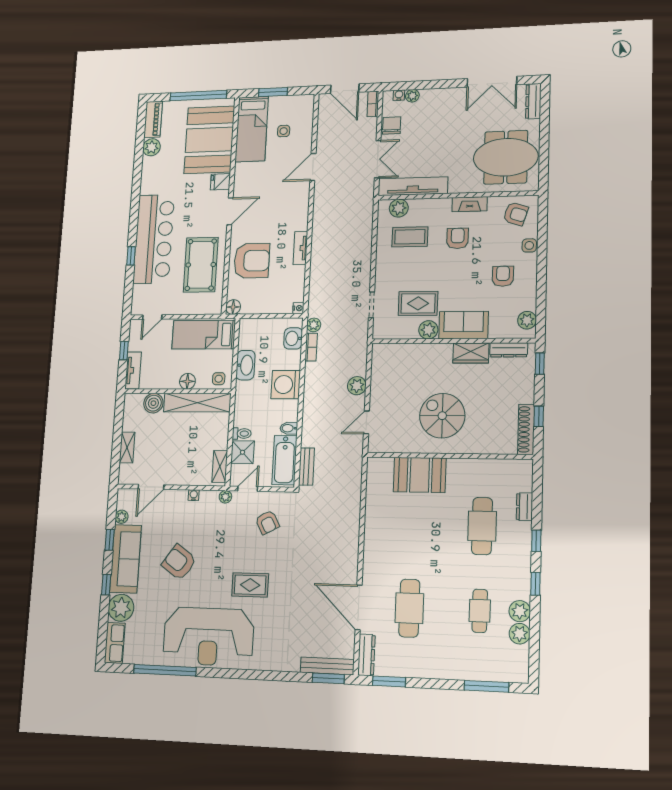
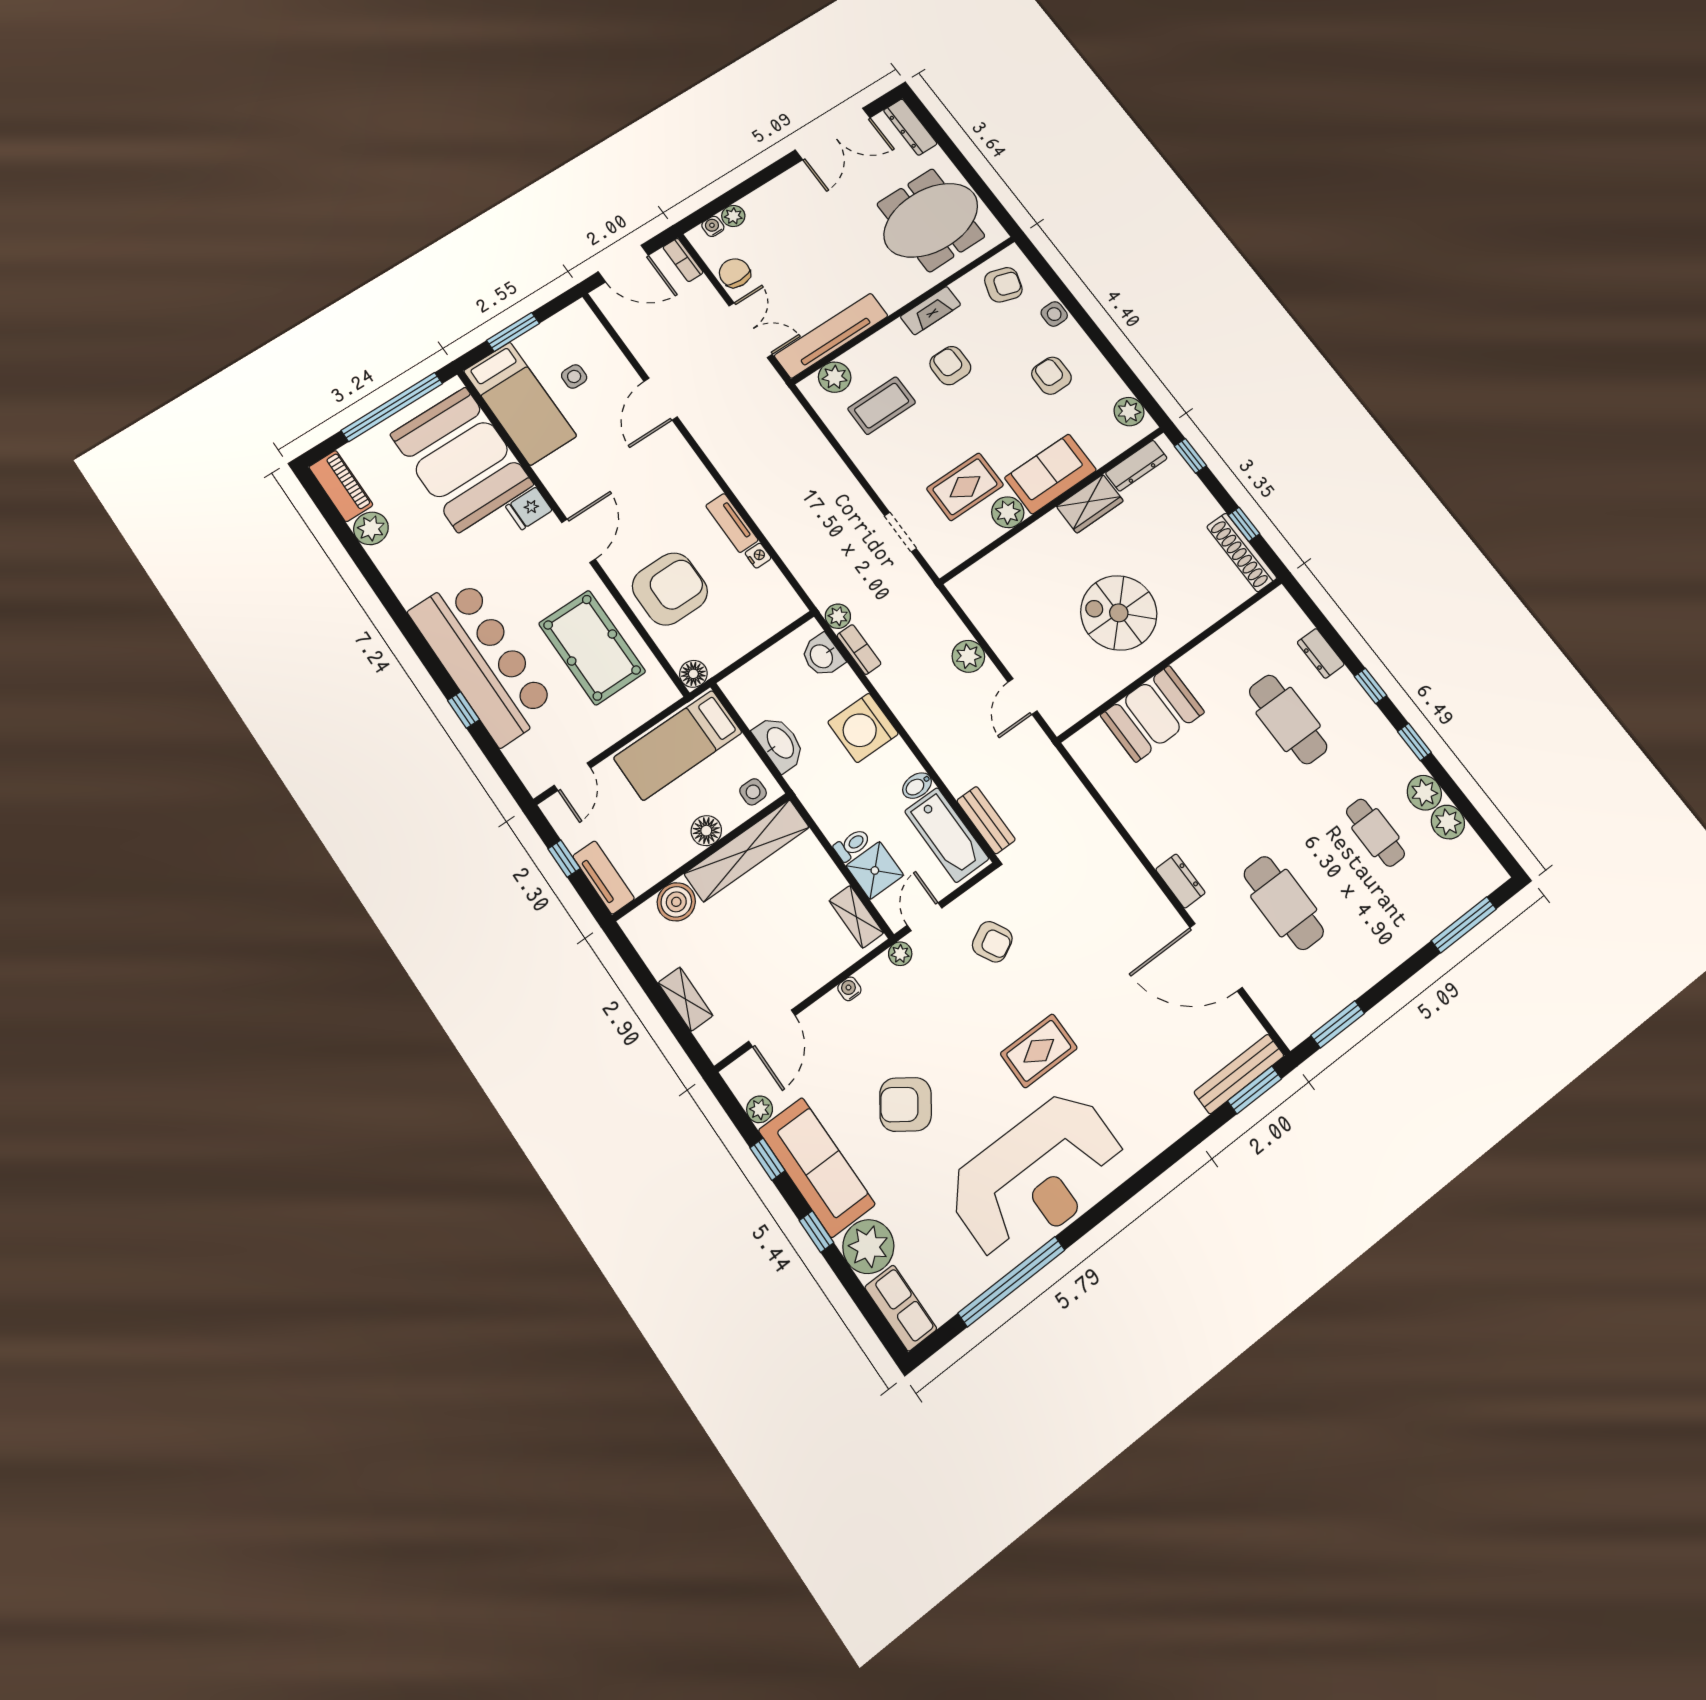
nightstand: (298, 308) -> (758, 556), moved
dresser: (366, 655) -> (1180, 881), moved, width x0.70

